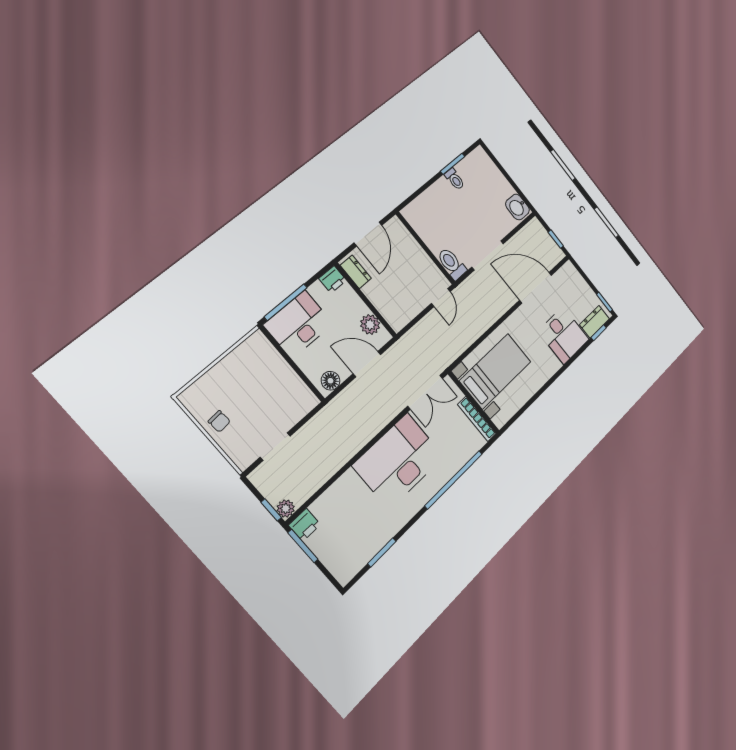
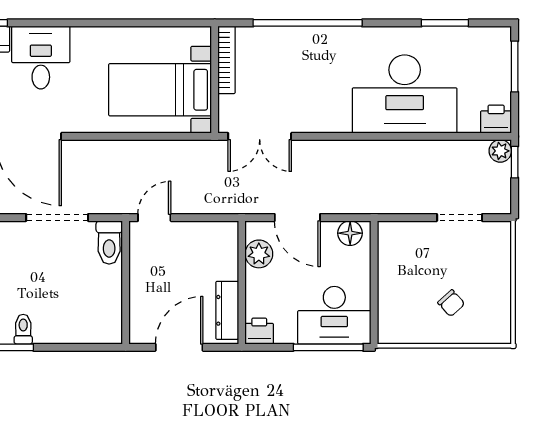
dresser: (356, 272) -> (227, 310), width x1.44
double door: (425, 392) -> (260, 136), swing flipped
chair: (219, 421) -> (451, 303), moved, turned 142
desk: (399, 461) -> (405, 94), moved
window: (303, 546) -> (515, 67), moved

